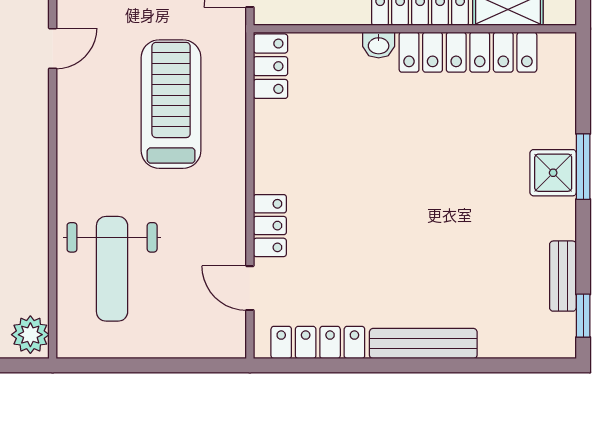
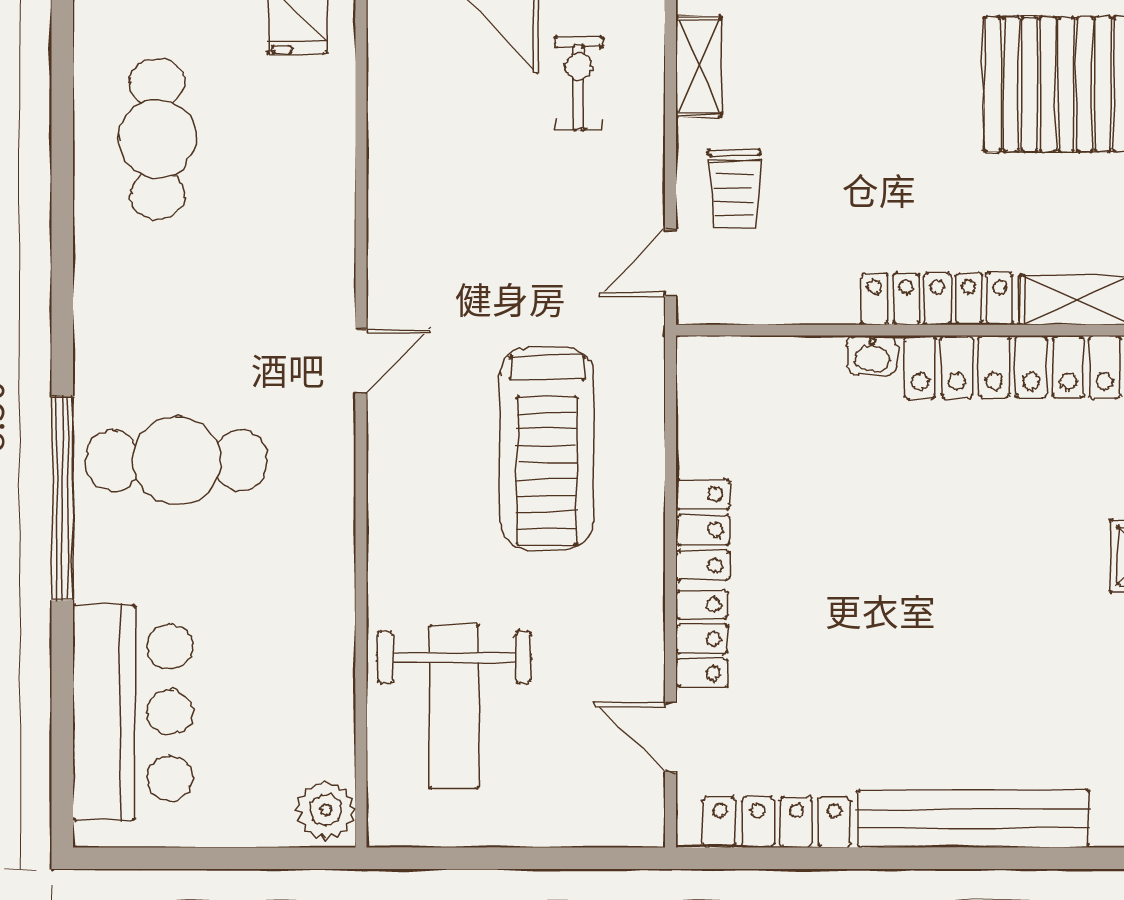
locker: (270, 66) -> (703, 530), moved
treadmill: (171, 104) -> (547, 448), turned 180
bench: (423, 344) -> (973, 819), width x1.37, depth x1.21

